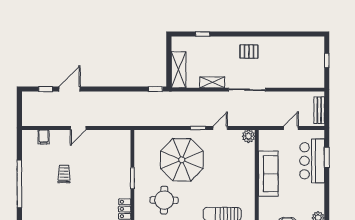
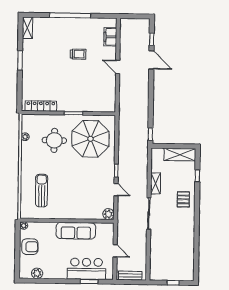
pallet: (249, 52) -> (183, 199), moved
shelving: (179, 70) -> (180, 155), moved
filing cabinet: (44, 137) -> (110, 37), width x2.00
parasol: (182, 160) -> (90, 139), moved

